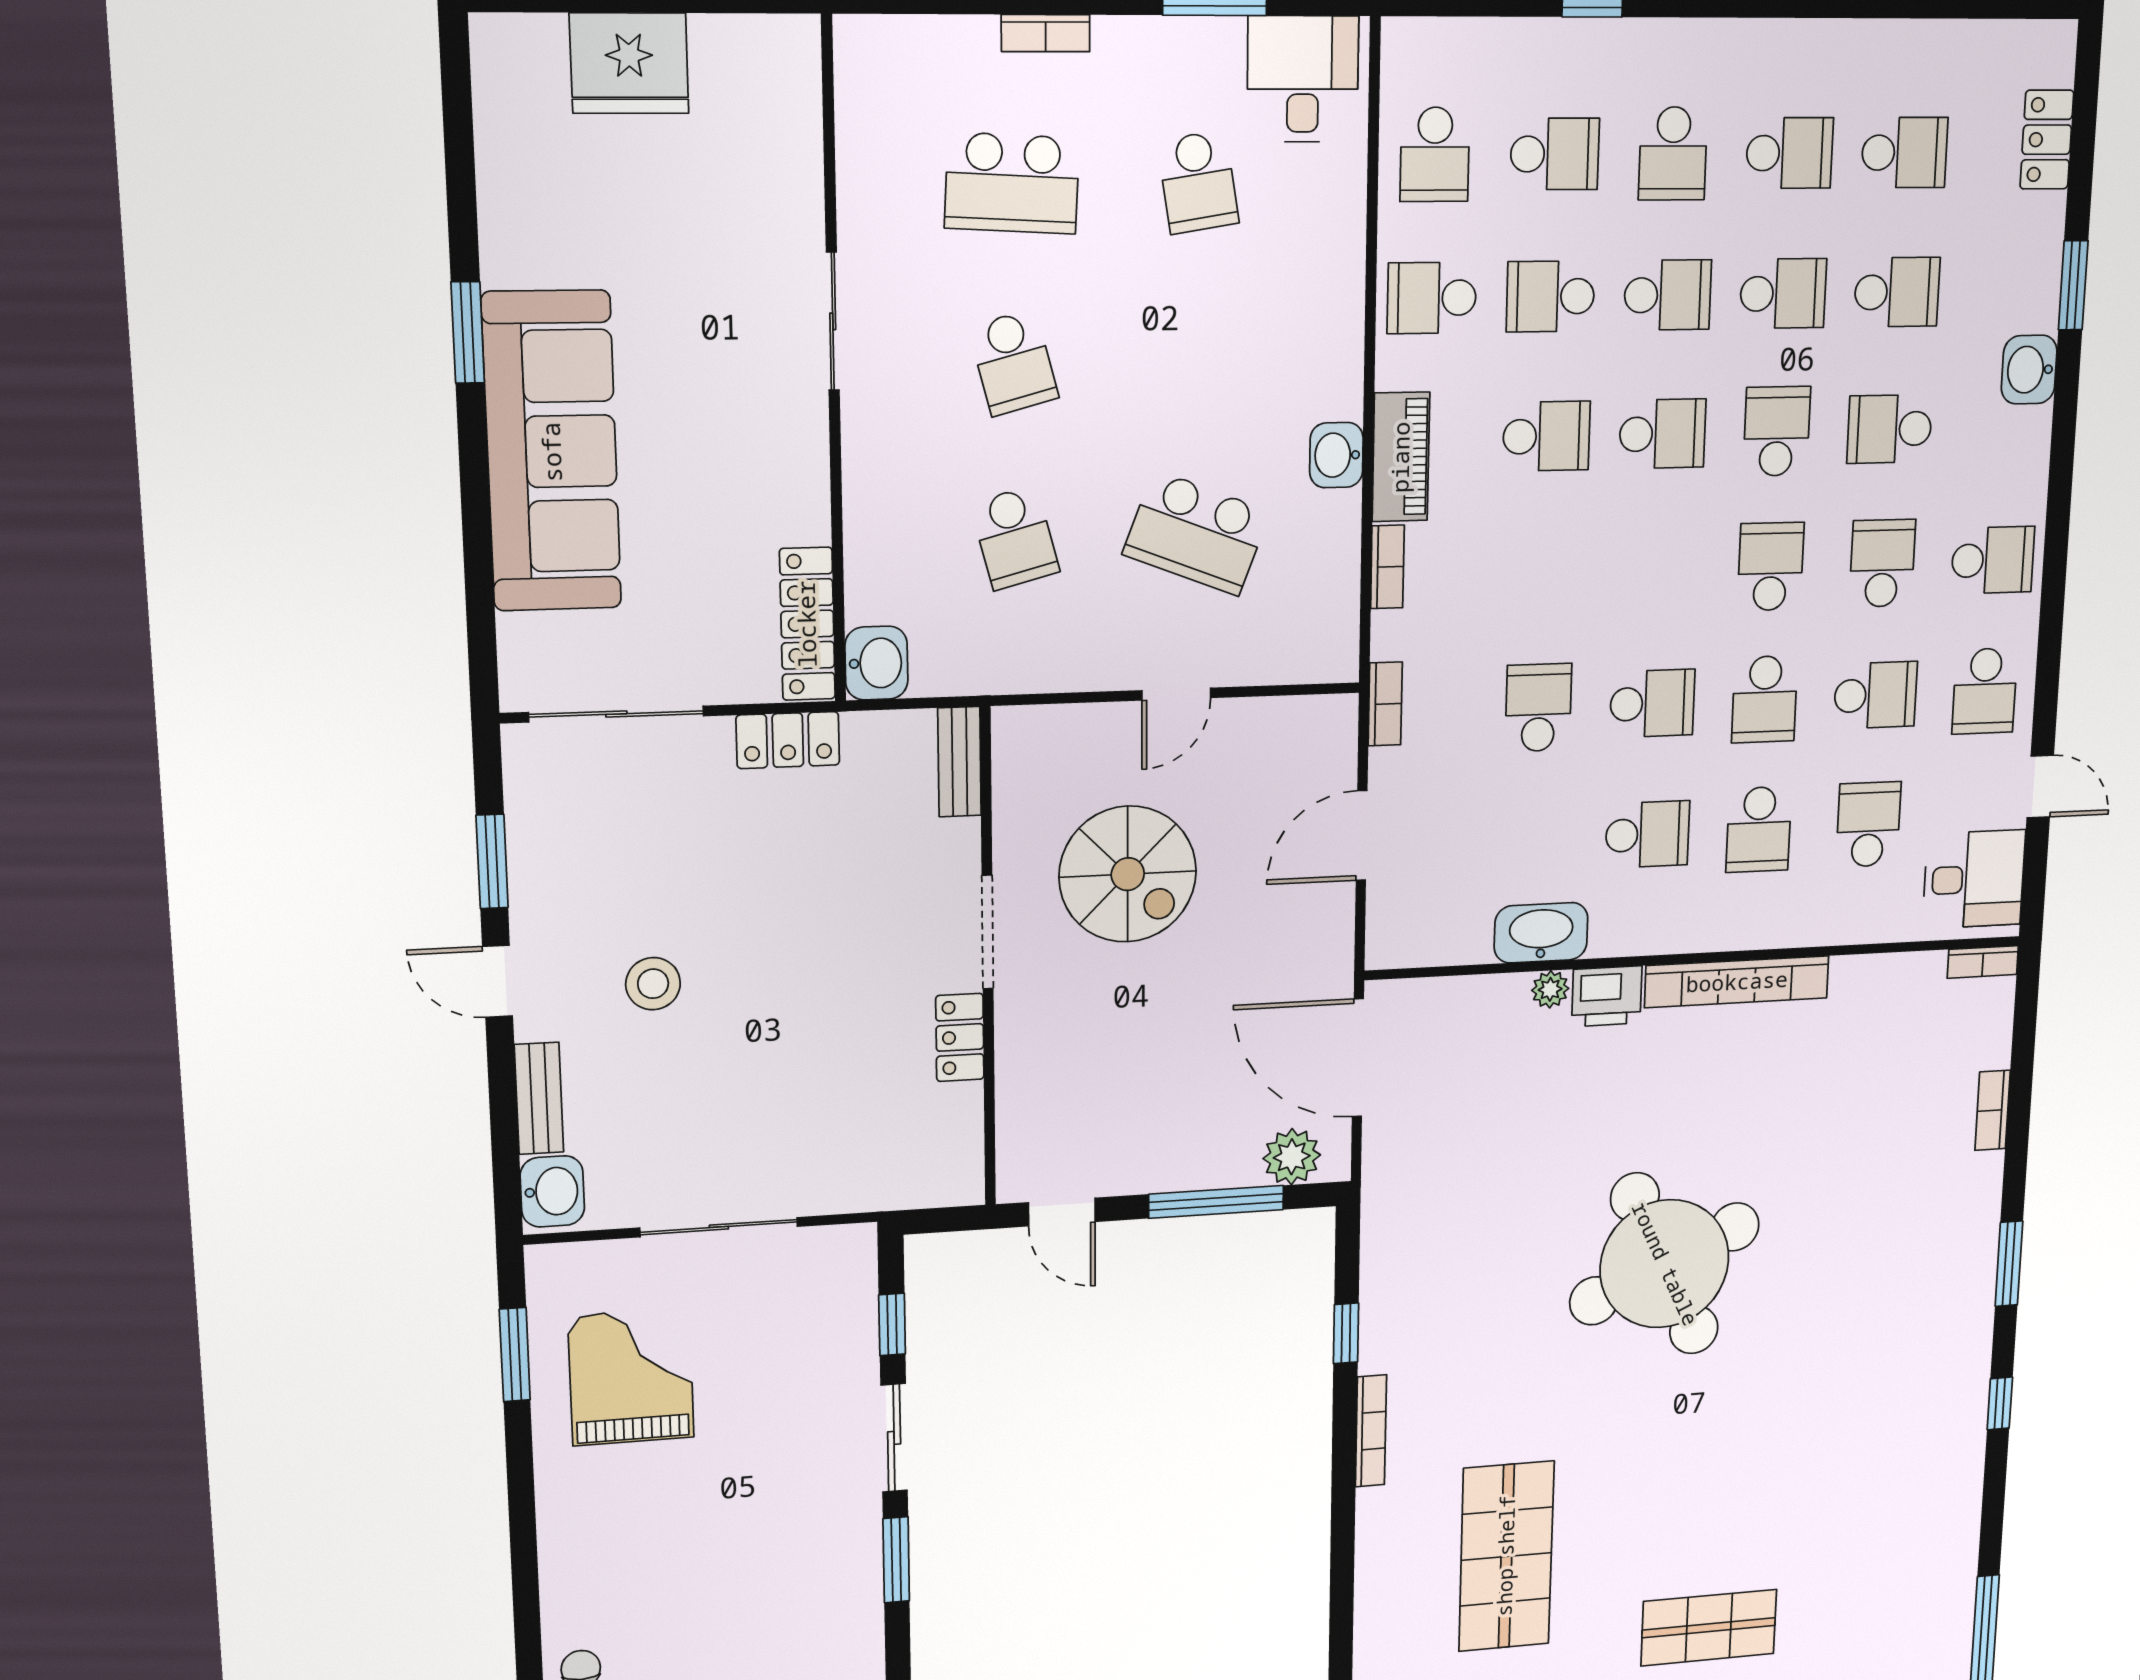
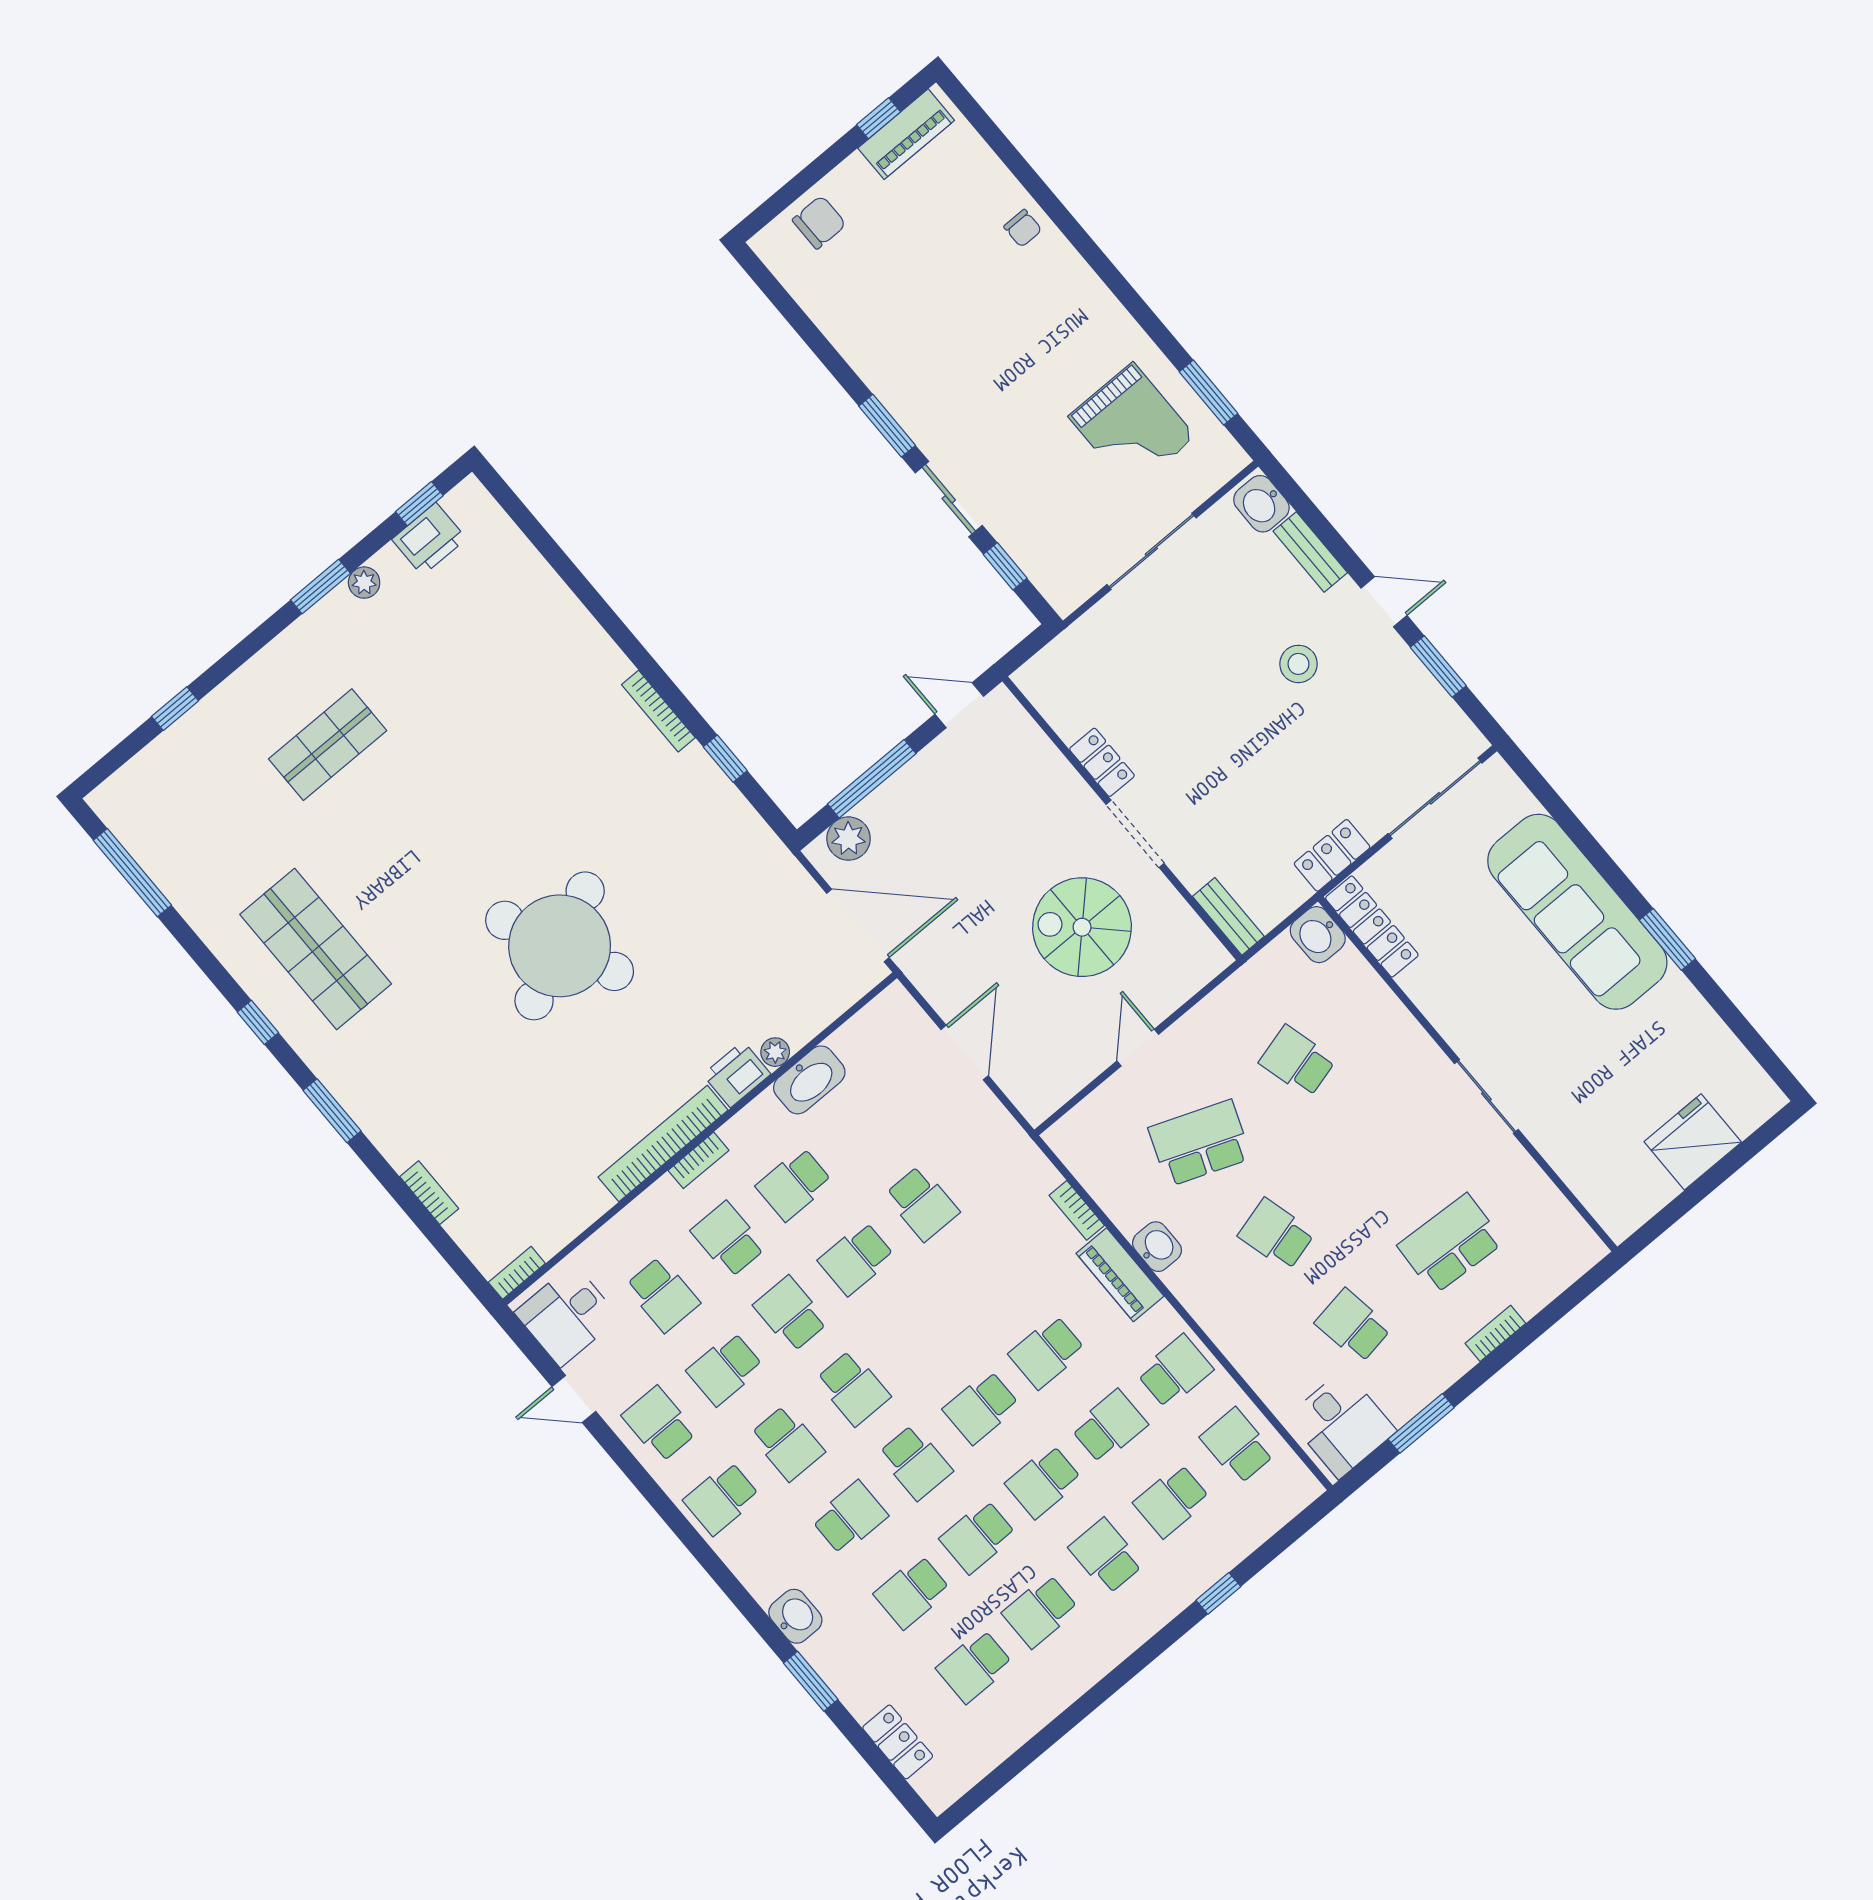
school desk: (1014, 363) -> (1276, 1234), moved
bookcase: (1385, 704) -> (698, 1160), moved, turned -90
shop shelf: (1506, 1556) -> (316, 949), moved

